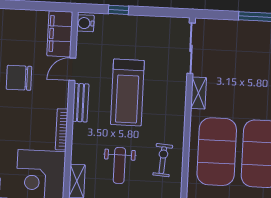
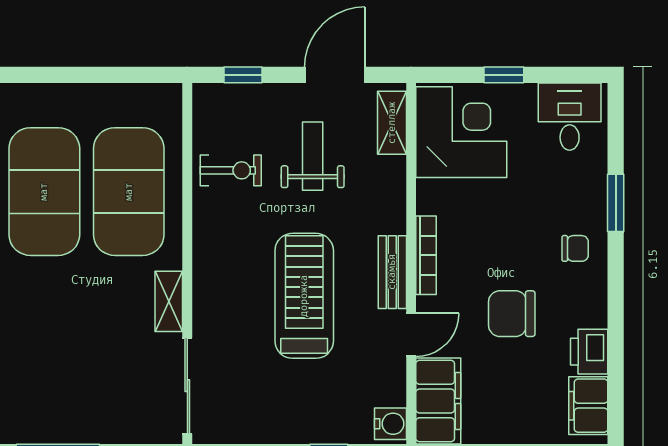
chair: (19, 78) -> (512, 314), turned 180
bookcase: (62, 129) -> (426, 255), moved
exercise bike: (163, 160) -> (231, 170), turned -94

